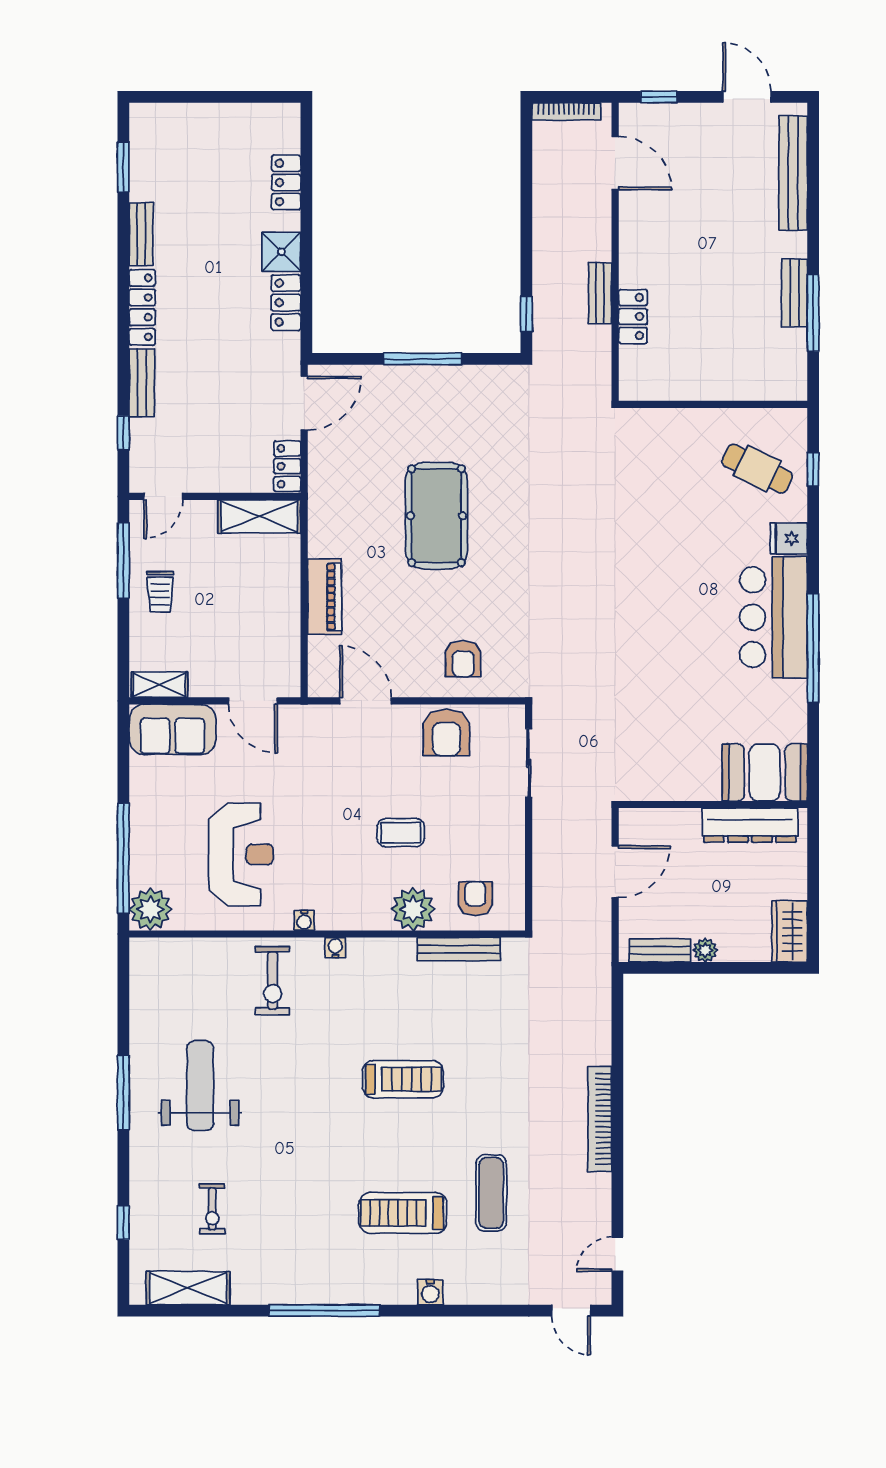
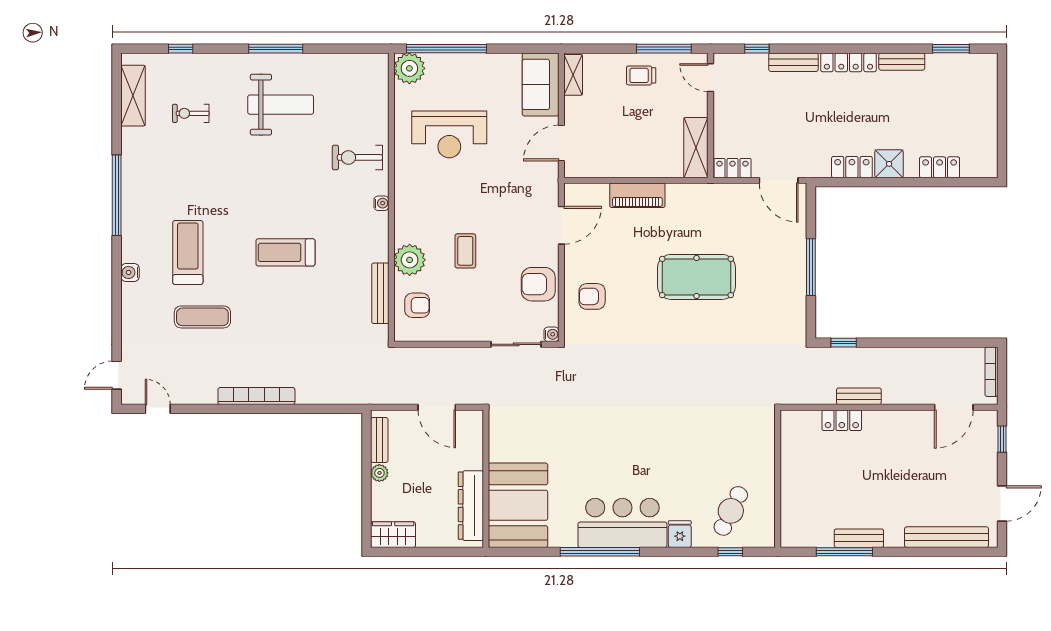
booth: (765, 772) -> (518, 505), width x1.36, depth x1.42
water cooler: (304, 920) -> (551, 334), moved, turned 180
treadmill: (403, 1079) -> (285, 252), turned 90

